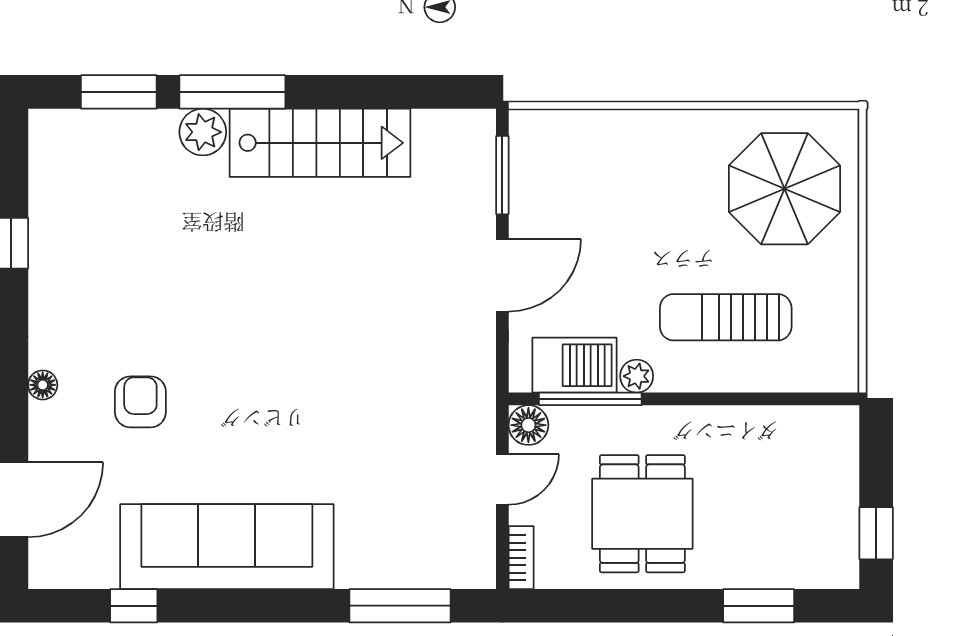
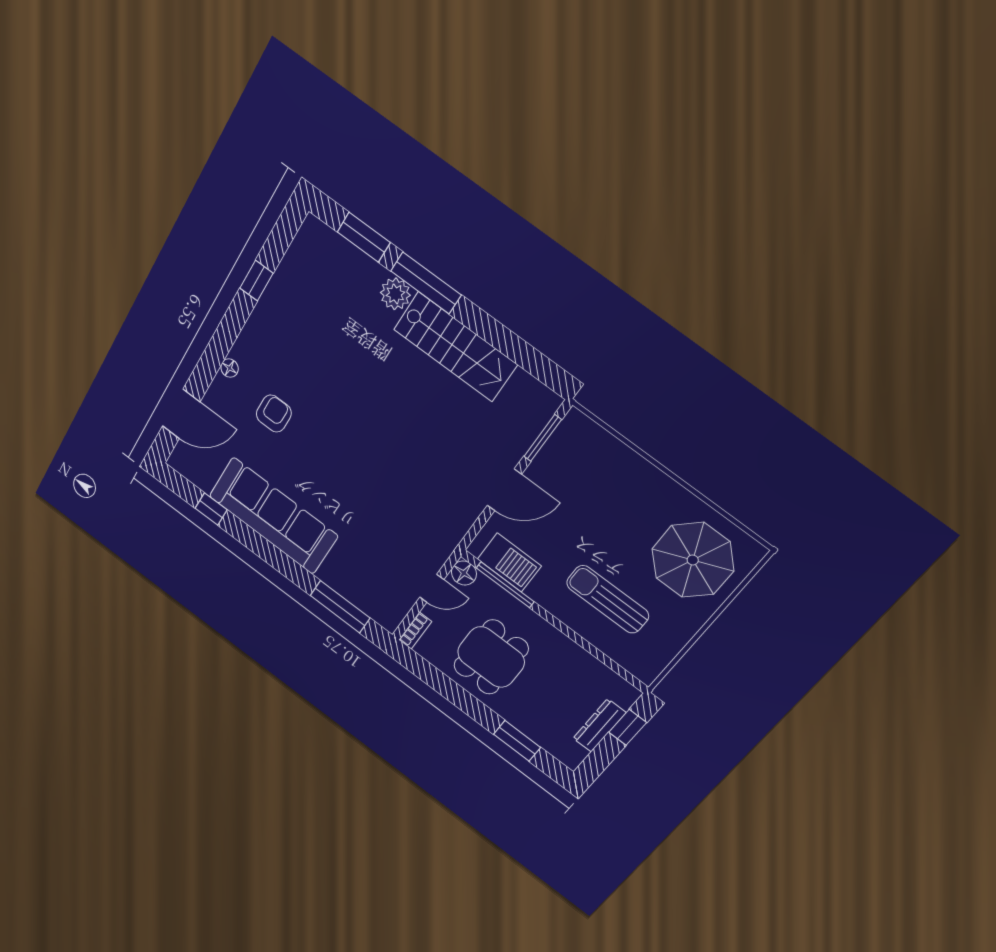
plant: (637, 376) -> (538, 592), removed
dresser: (841, 495) -> (599, 726), added
window: (876, 533) -> (628, 727), moved

